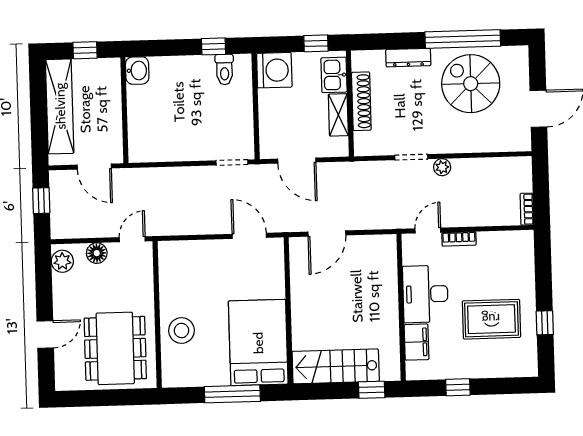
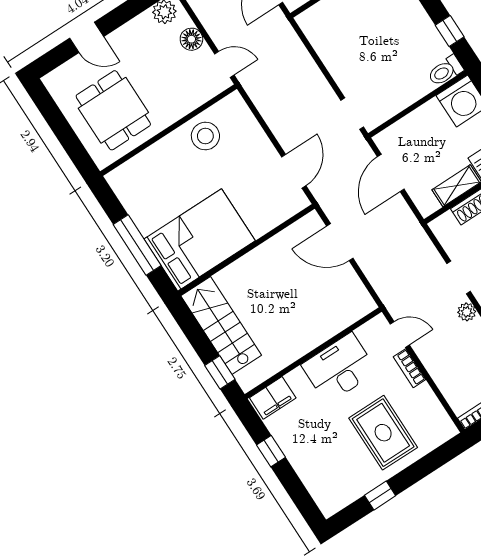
toilet: (224, 70) -> (445, 71), moved
rug: (491, 319) -> (383, 433), moved
stool: (182, 330) -> (205, 136), moved
filing cabinet: (416, 342) -> (273, 398), moved
dining table: (115, 348) -> (113, 110), width x0.73

